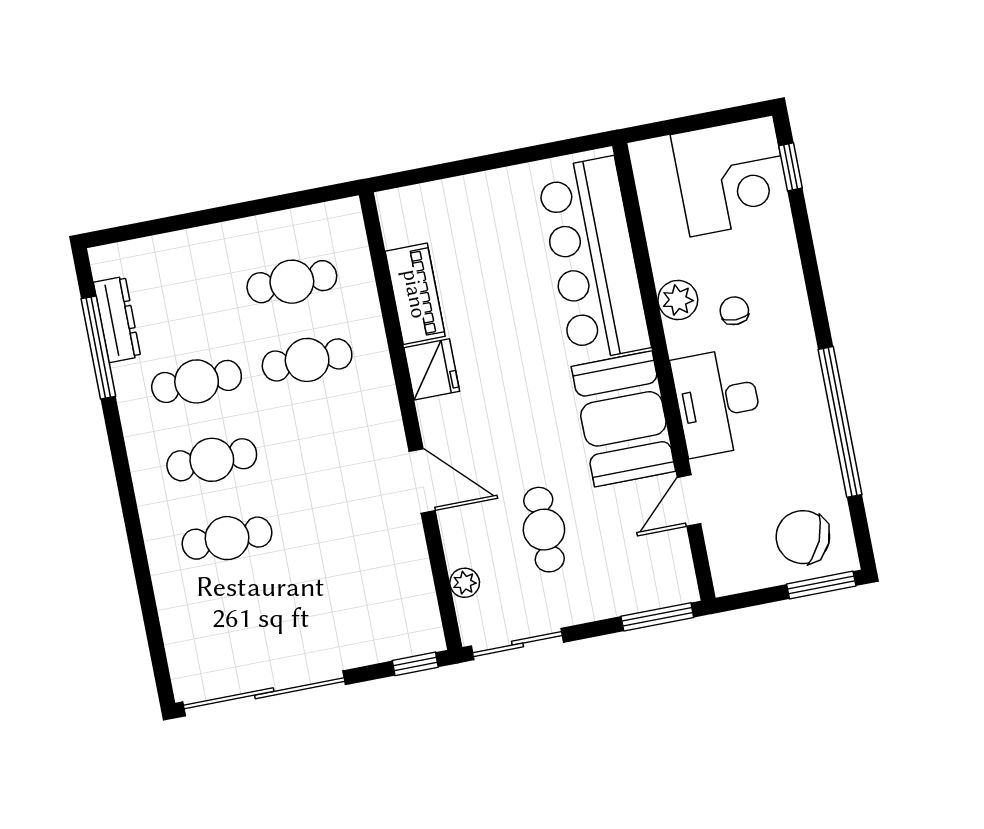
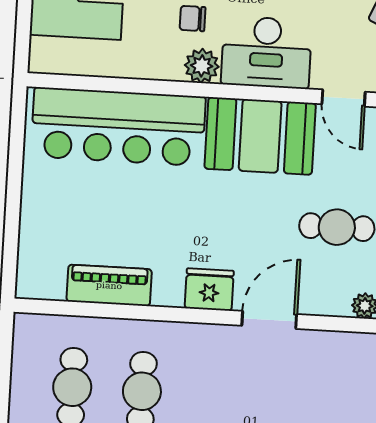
plant: (678, 300) -> (202, 66), moved
fridge: (432, 369) -> (209, 290), moved

